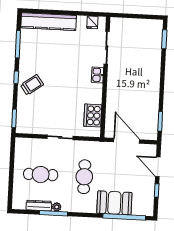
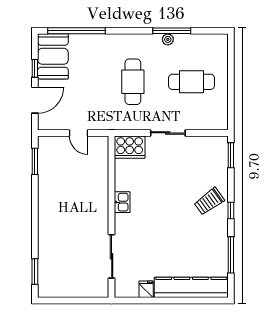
fridge: (92, 22) -> (146, 289), moved
kitchen sink: (97, 75) -> (122, 202), moved
cooker: (93, 115) -> (130, 147), moved, turned 90
door: (127, 141) -> (79, 133), width x0.53
door: (158, 167) -> (35, 100), hinge flipped
booth: (114, 203) -> (53, 56), moved, turned 90
dresser: (39, 206) -> (192, 40), removed

